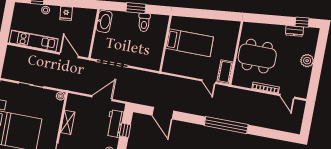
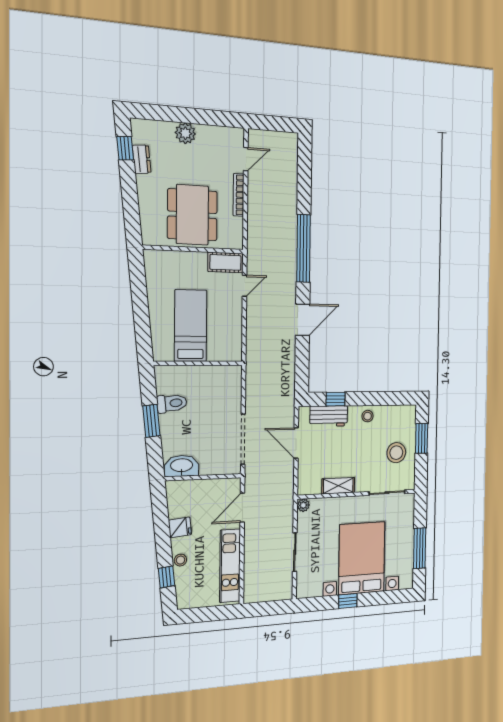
door: (163, 113) -> (303, 320), moved

